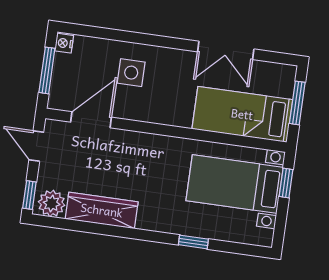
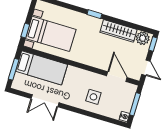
double door: (226, 50) -> (45, 101), swing flipped
door: (91, 120) -> (117, 77), swing flipped
window: (193, 242) -> (94, 14), moved

